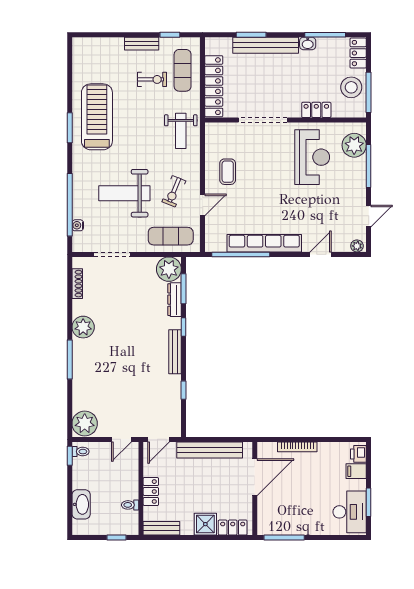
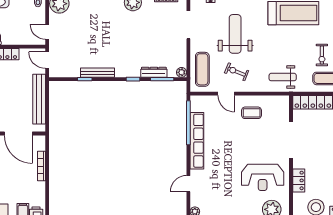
door: (320, 254) -> (188, 184), swing flipped
plant: (169, 269) -> (182, 72), width x0.53, depth x0.53
bench: (175, 352) -> (97, 73), moved

